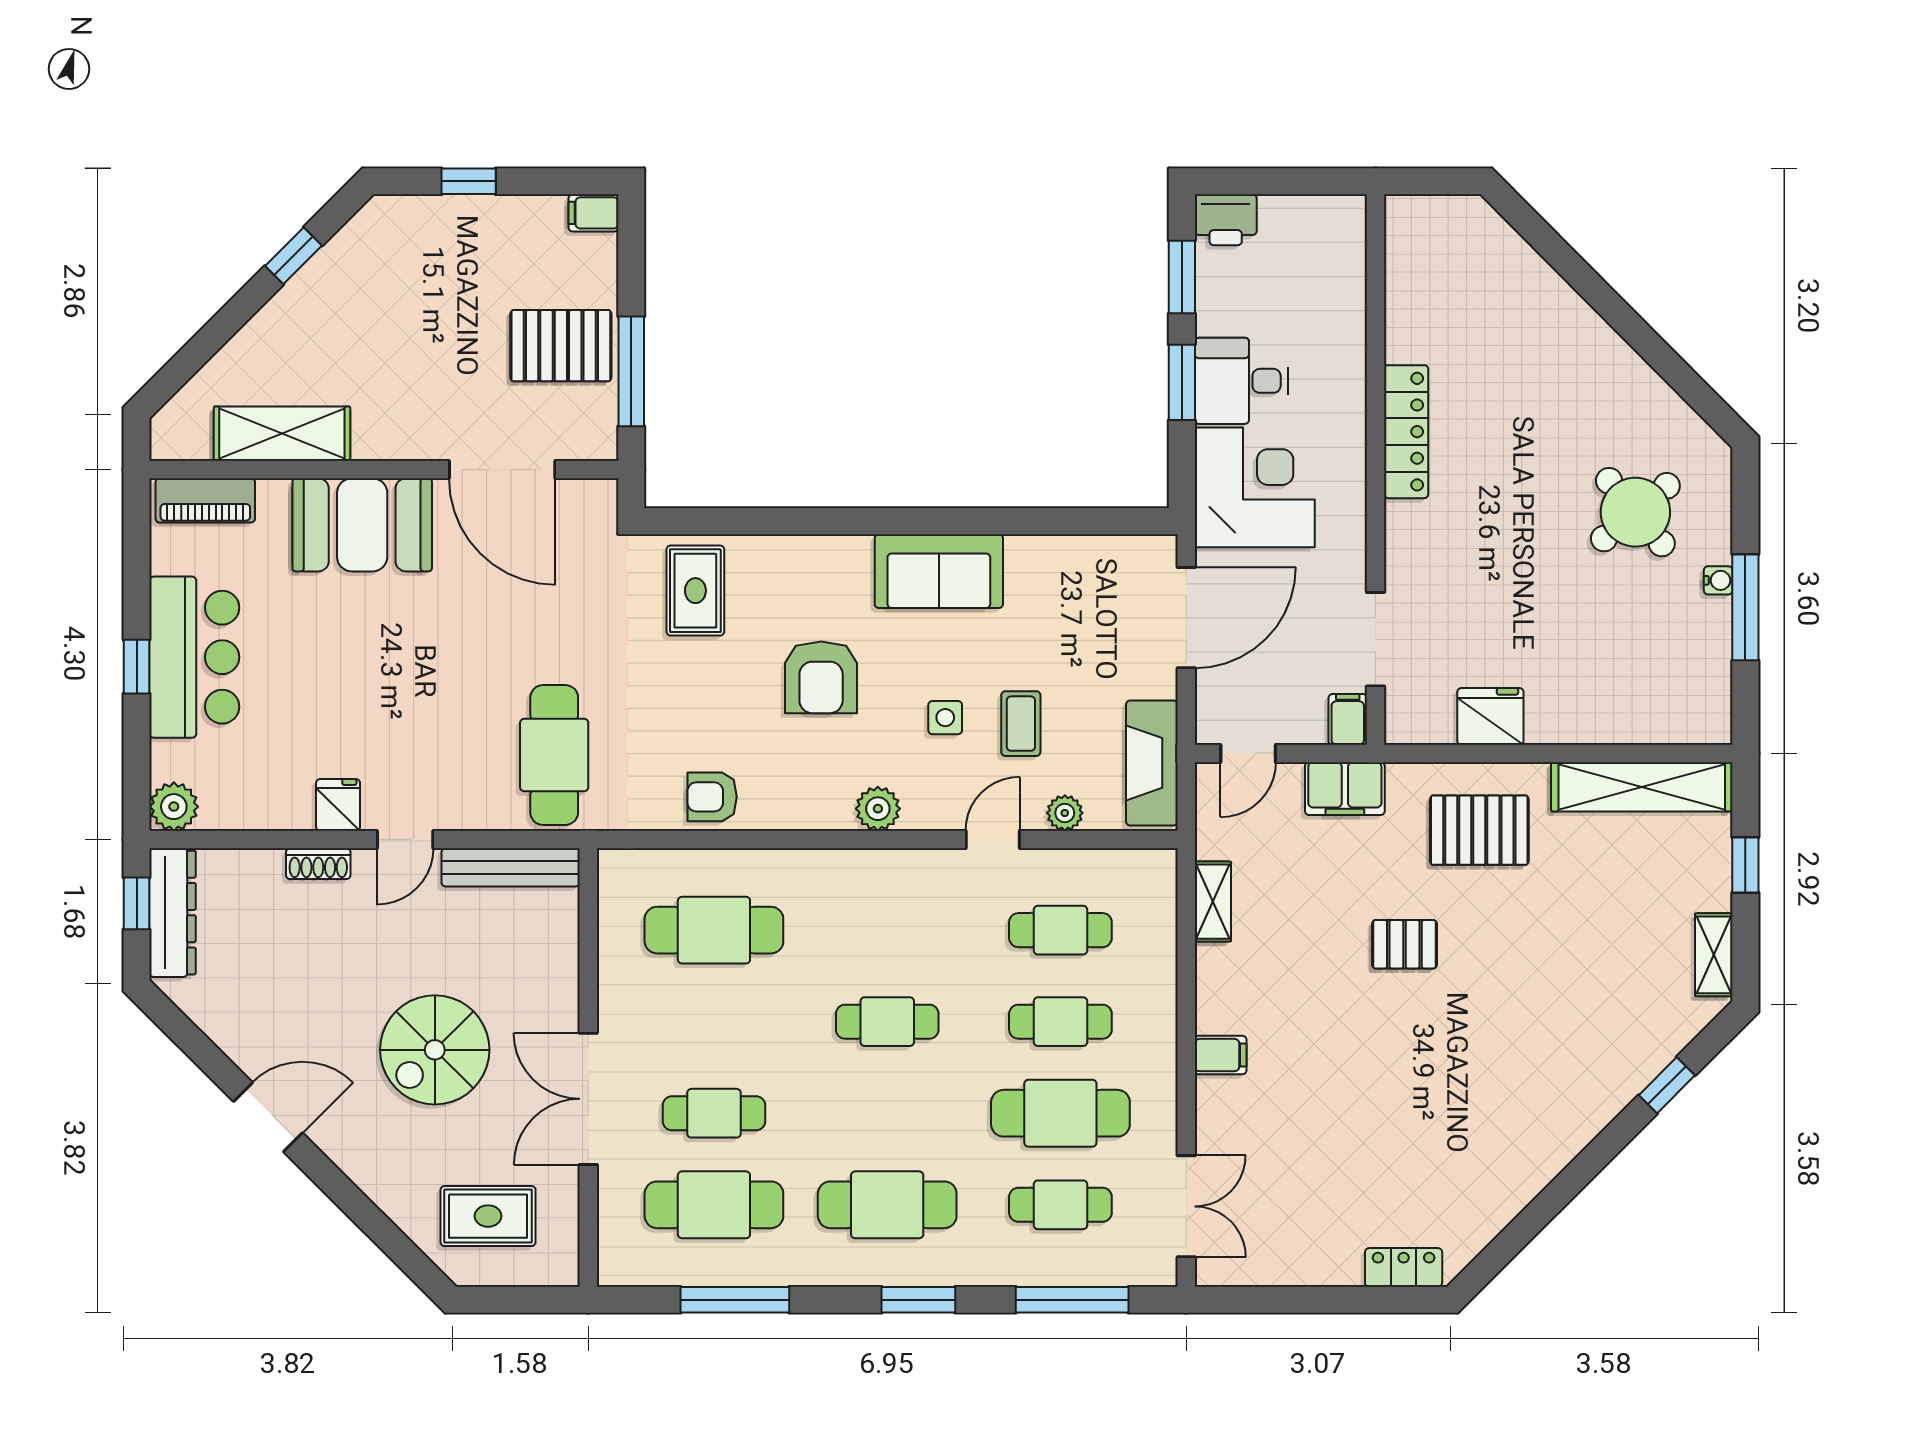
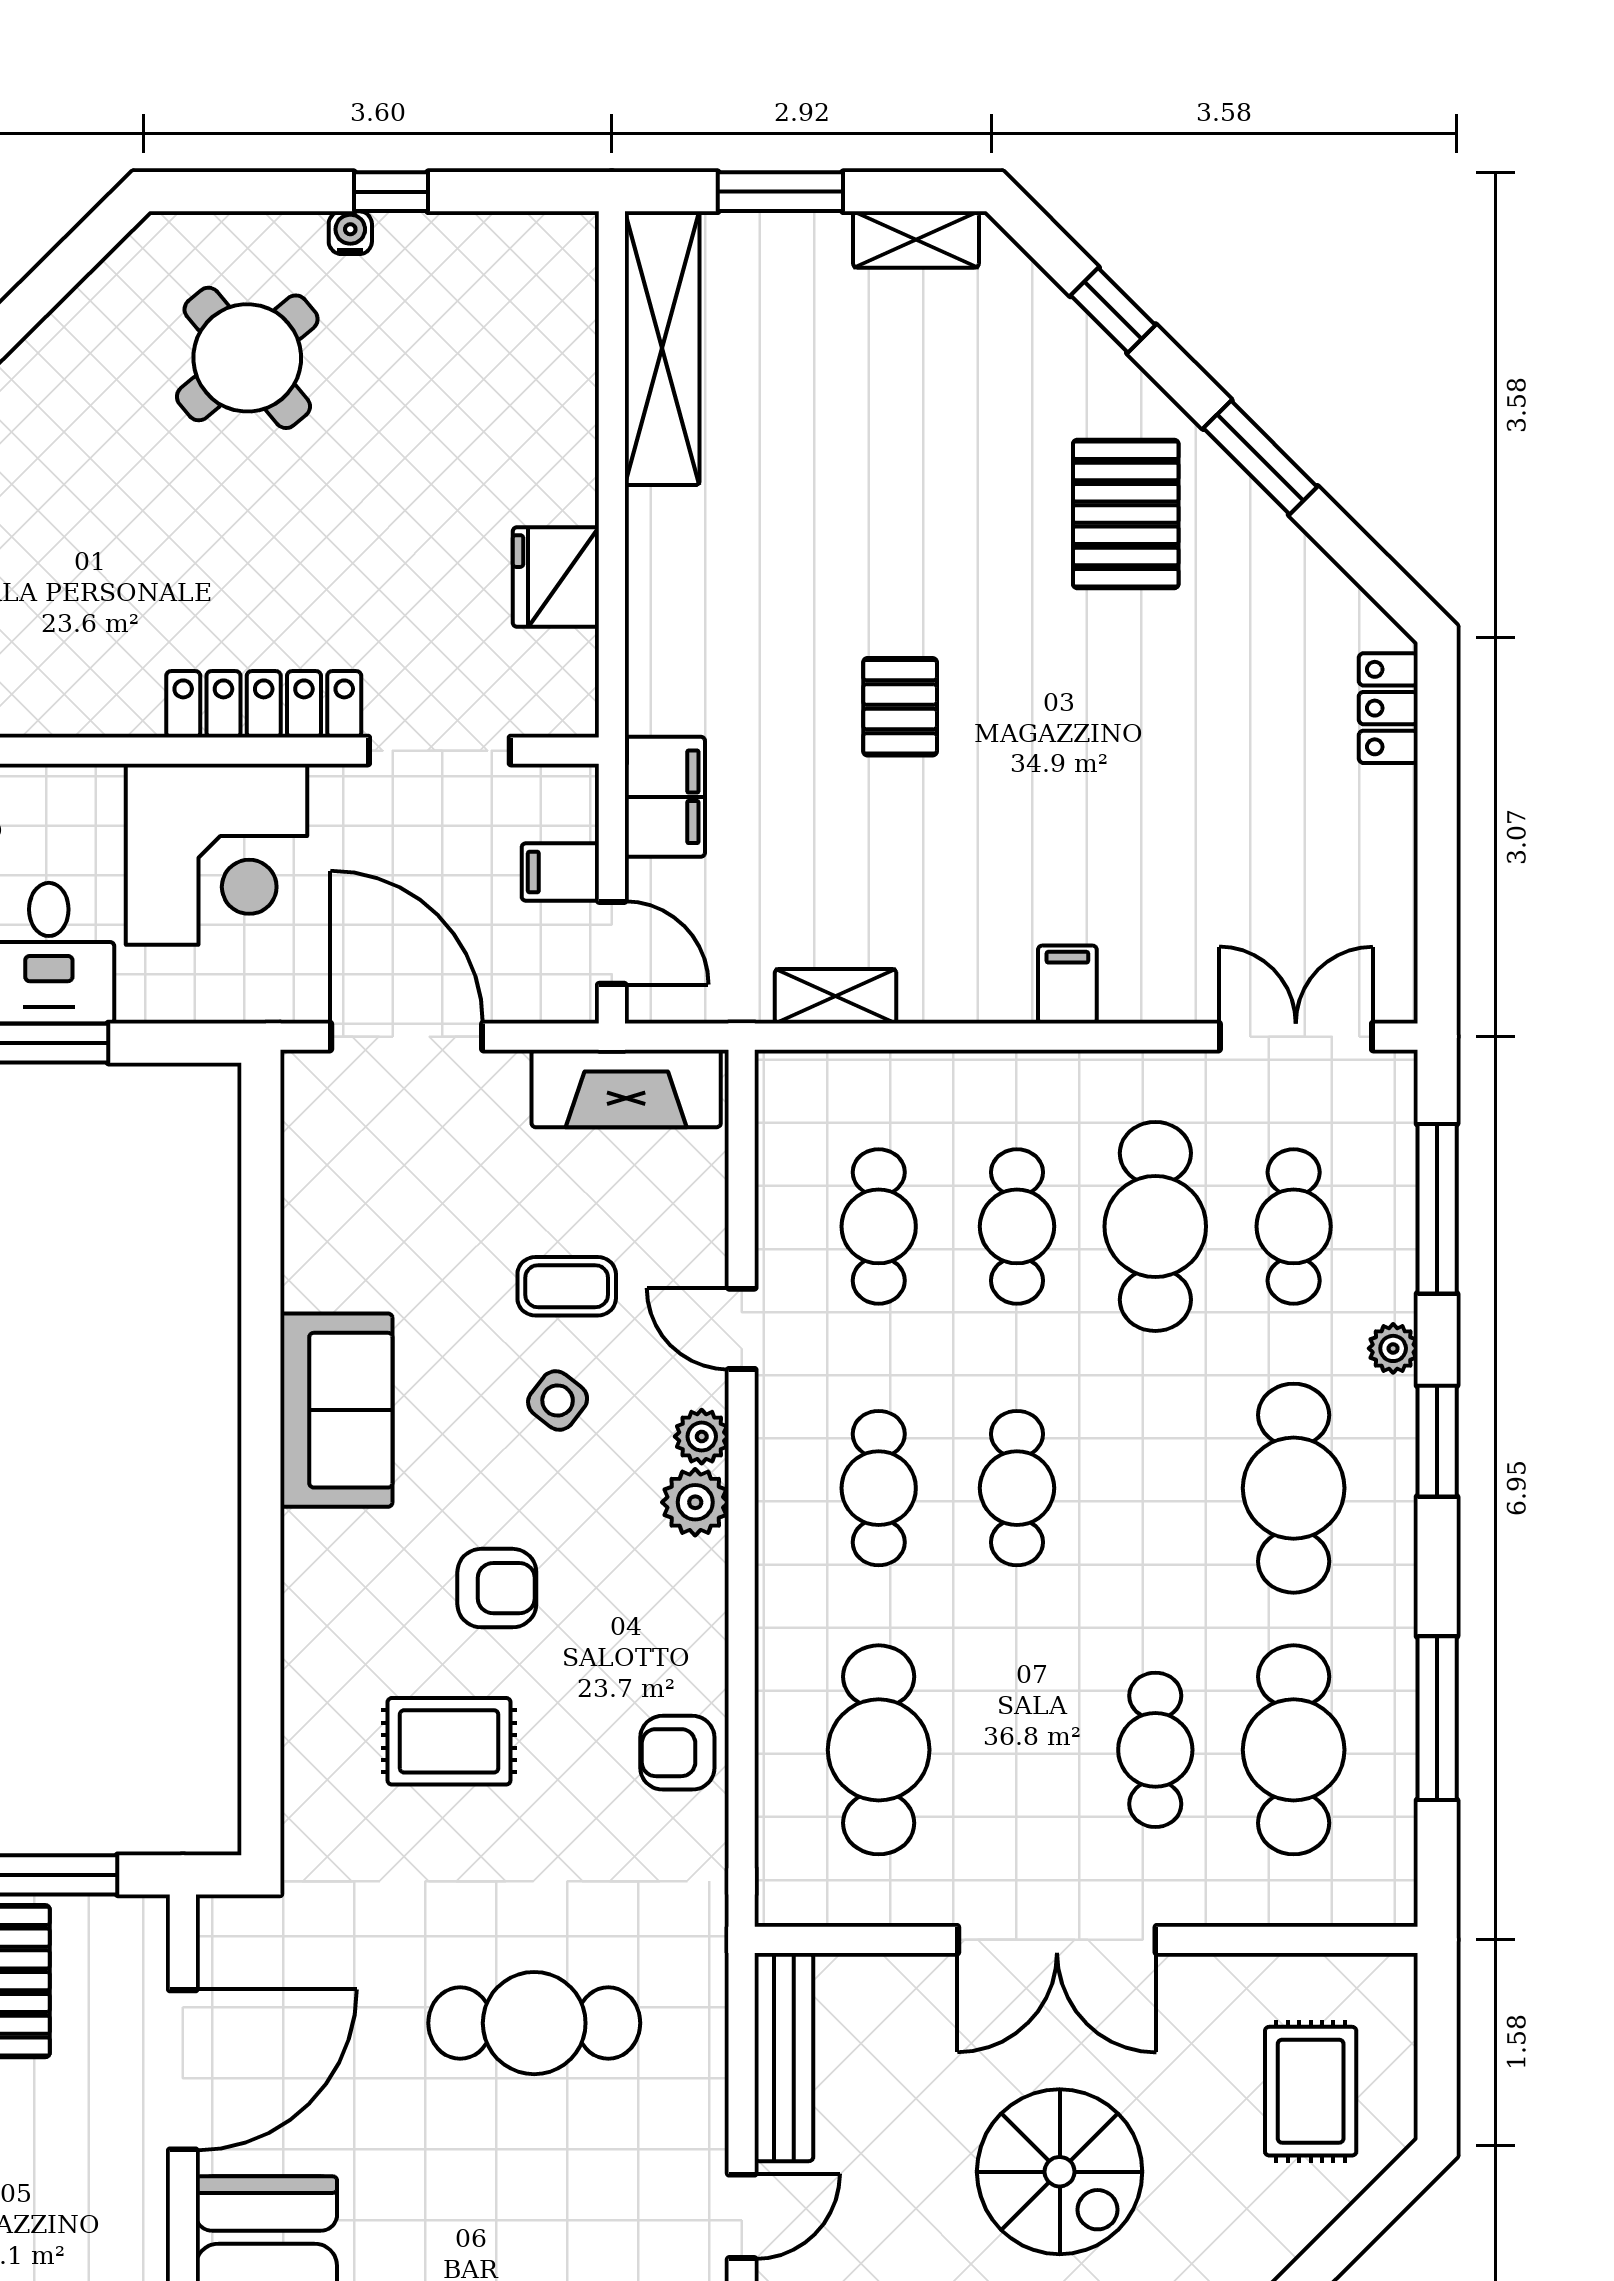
locker: (1406, 432) -> (264, 704), moved
corner desk: (1255, 487) -> (217, 854), moved, turned 180
rug: (695, 591) -> (449, 1741), moved
window: (1745, 607) -> (391, 192), width x0.46
armchair: (821, 677) -> (497, 1588), width x0.72, depth x0.72
side table: (945, 718) -> (558, 1400), turned 38
filing cabinet: (1348, 719) -> (560, 872), moved
cafe table: (554, 755) -> (534, 2023), moved
armchair: (712, 797) -> (677, 1753), turned 90
plant: (1065, 813) -> (702, 1437), moved
pallet: (1479, 830) -> (1126, 514), moved
door: (405, 839) -> (742, 2216), hinge flipped
window: (1745, 865) -> (780, 192), width x1.50
cafe table: (887, 930) -> (879, 1488), added
double door: (588, 1099) -> (1057, 1940), moved
window: (1569, 1183) -> (1260, 458), added
plant: (980, 1271) -> (1393, 1348), added

